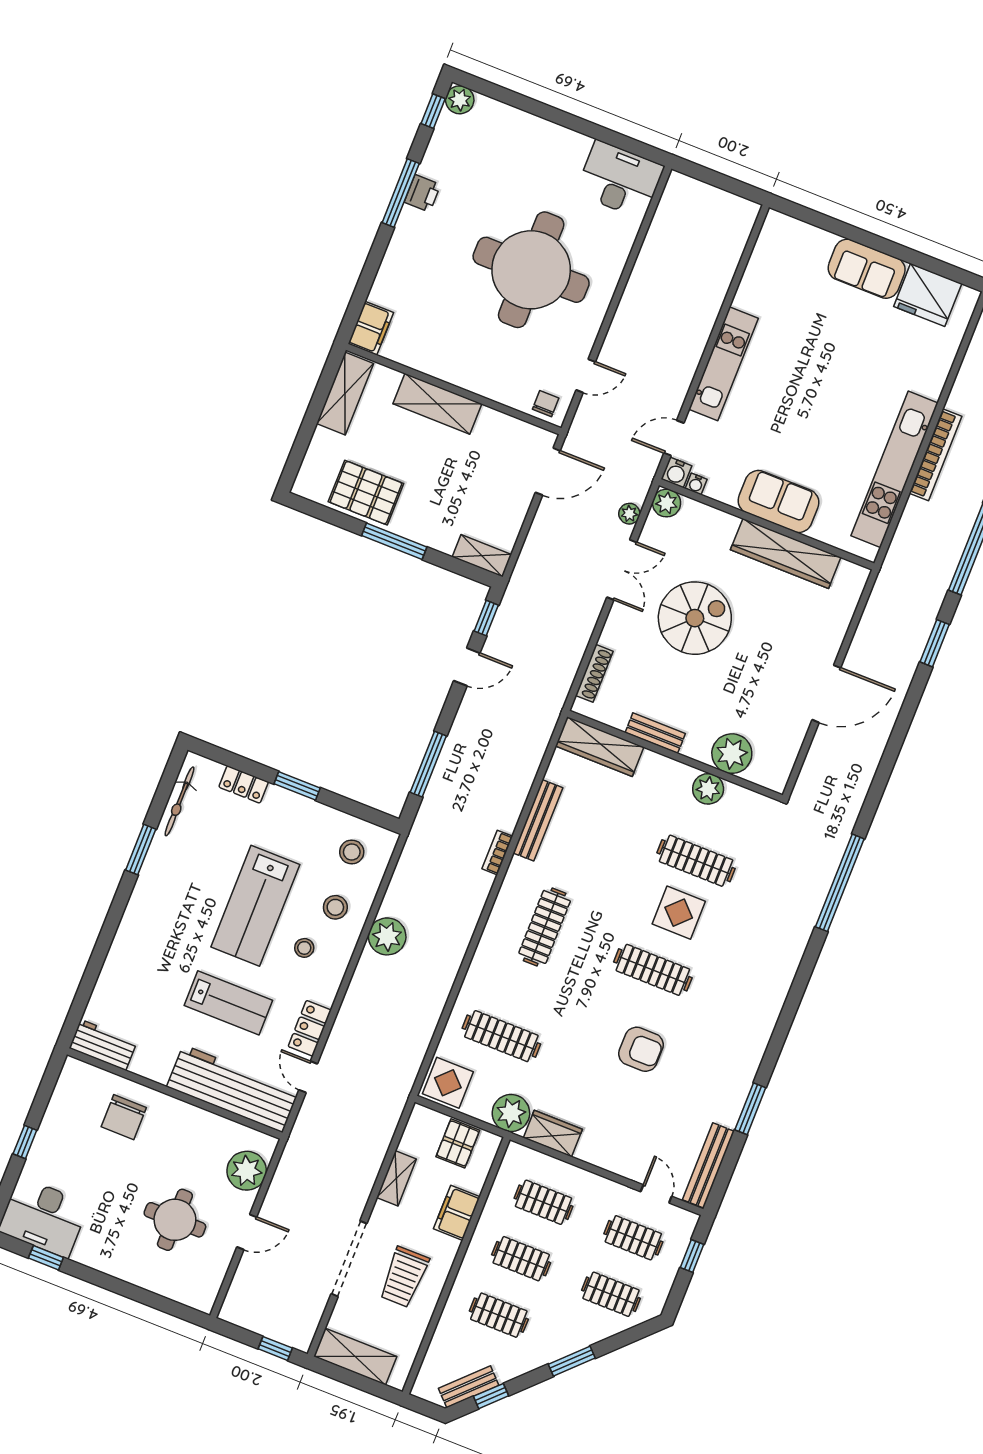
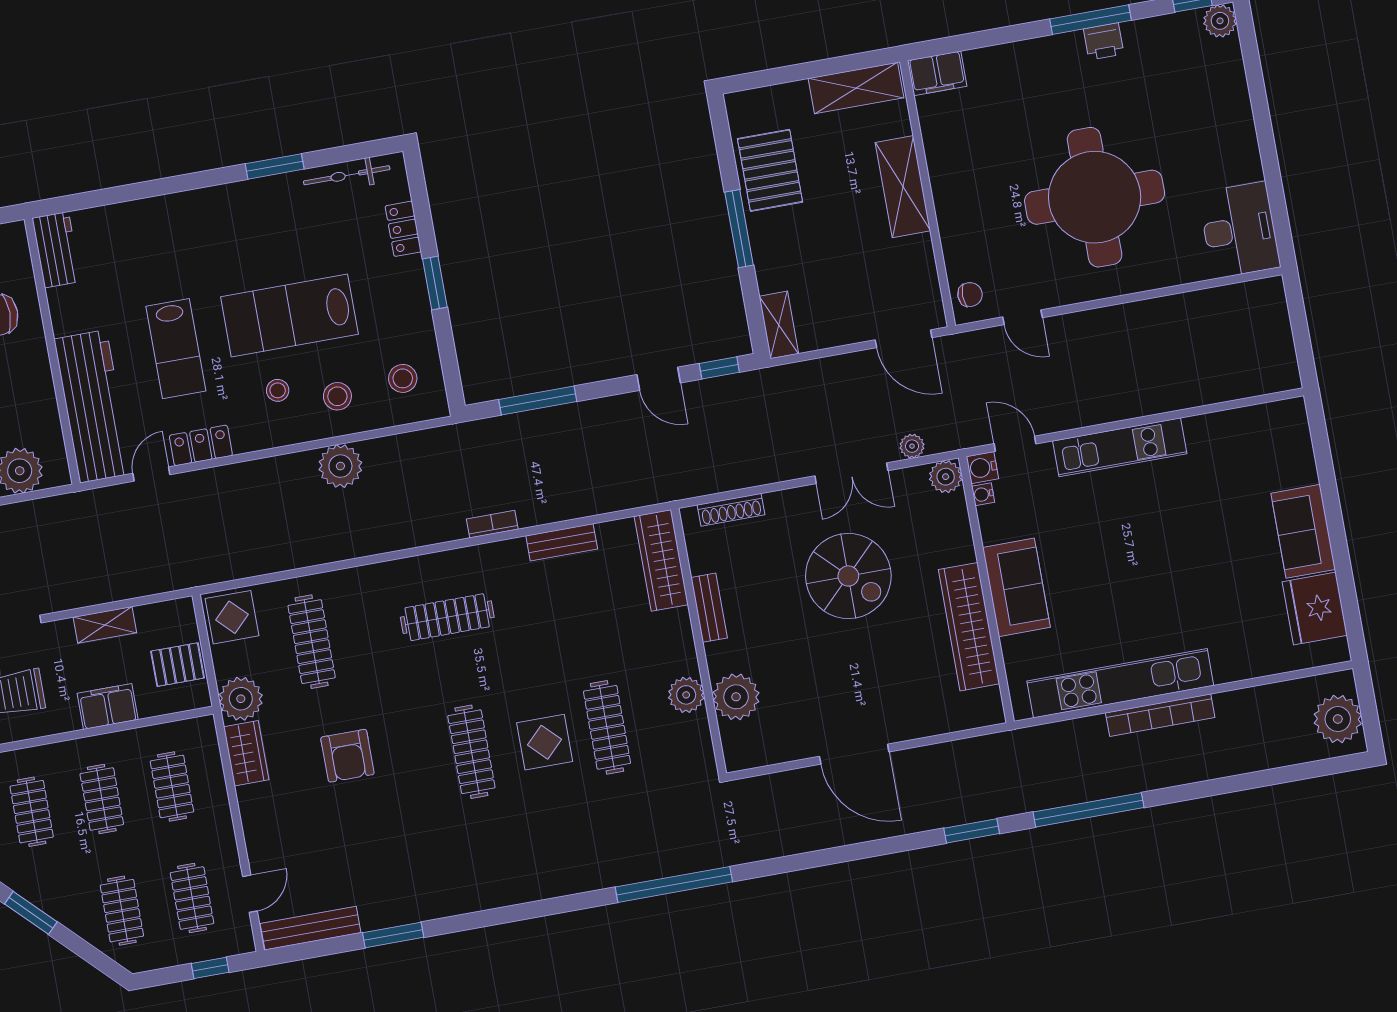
bench: (538, 820) -> (562, 542), width x0.73
armchair: (641, 1049) -> (347, 756), moved

